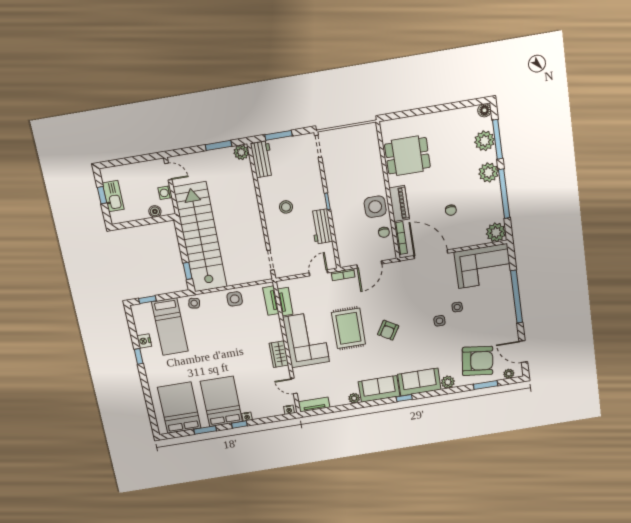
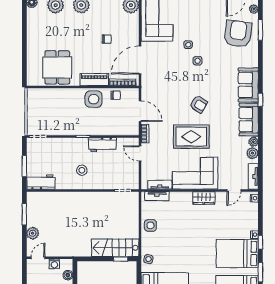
plant: (241, 152) -> (33, 233), moved
stairs: (200, 237) -> (115, 248), width x0.54, depth x0.66
plant: (448, 382) -> (252, 153), moved

